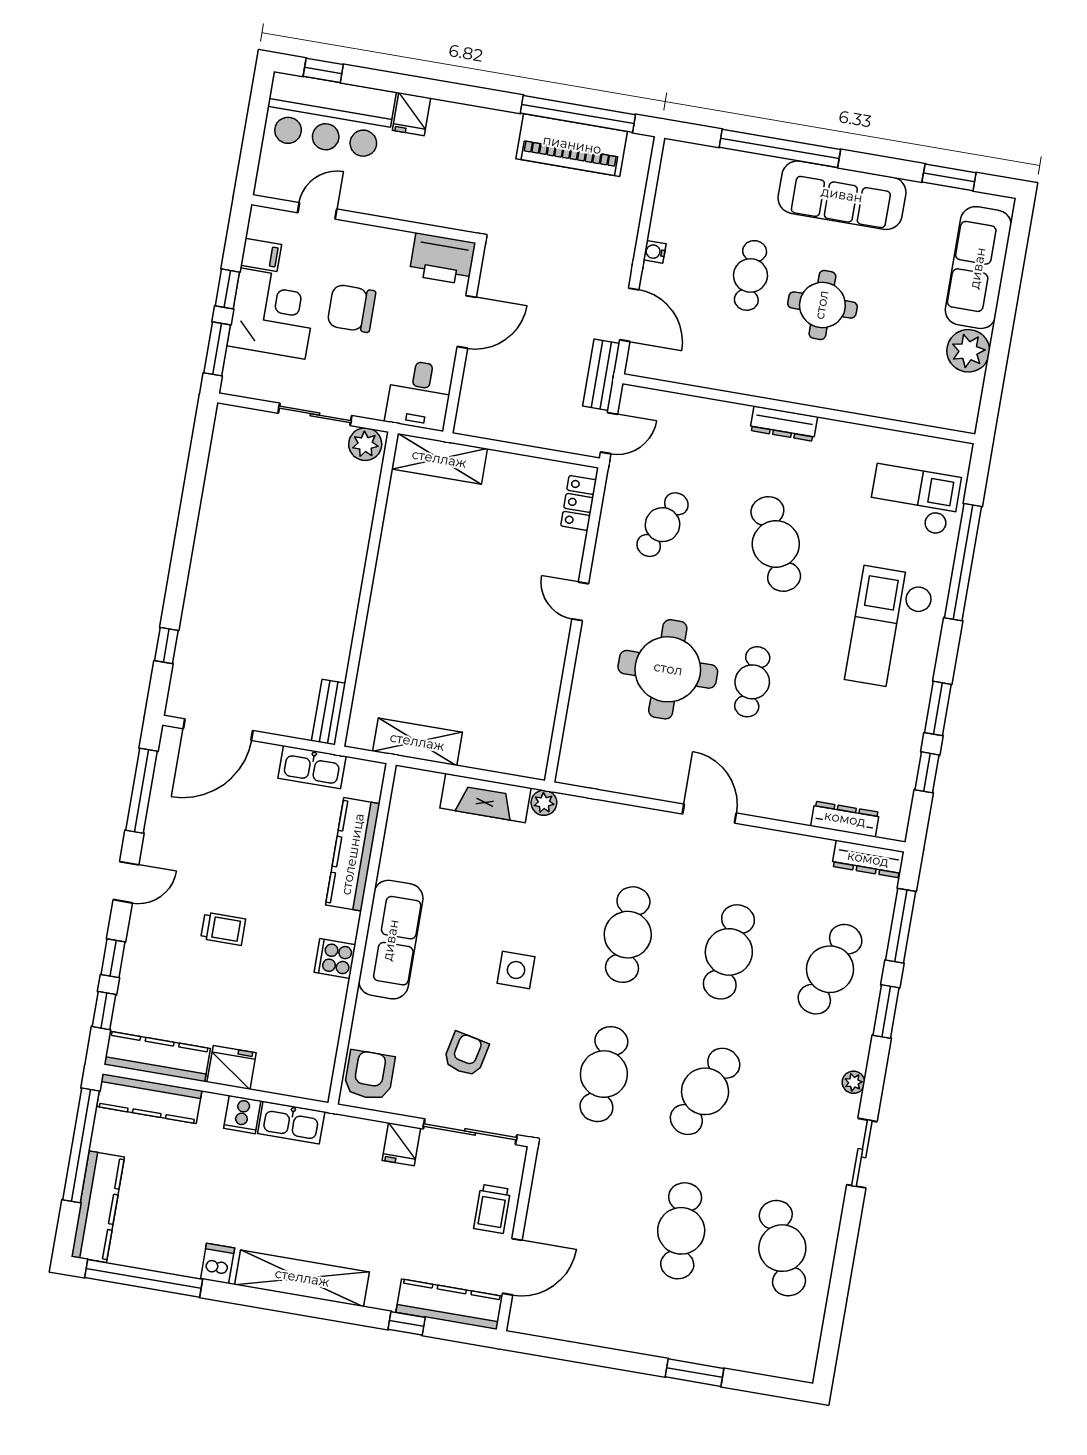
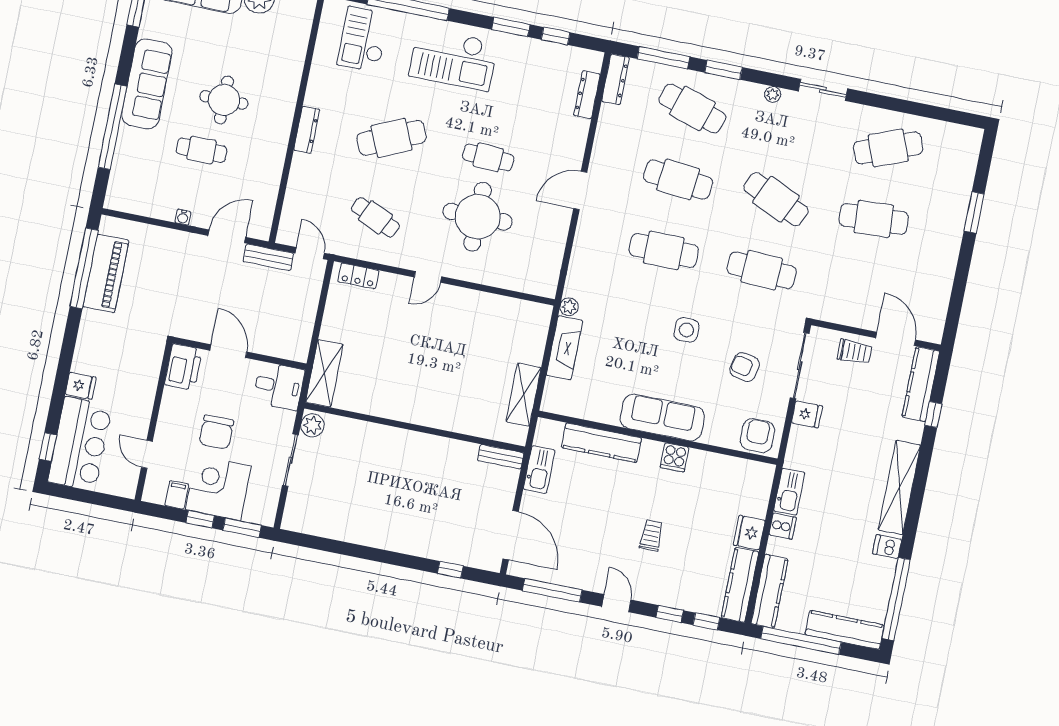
armchair: (369, 1075) -> (757, 436), turned 90

